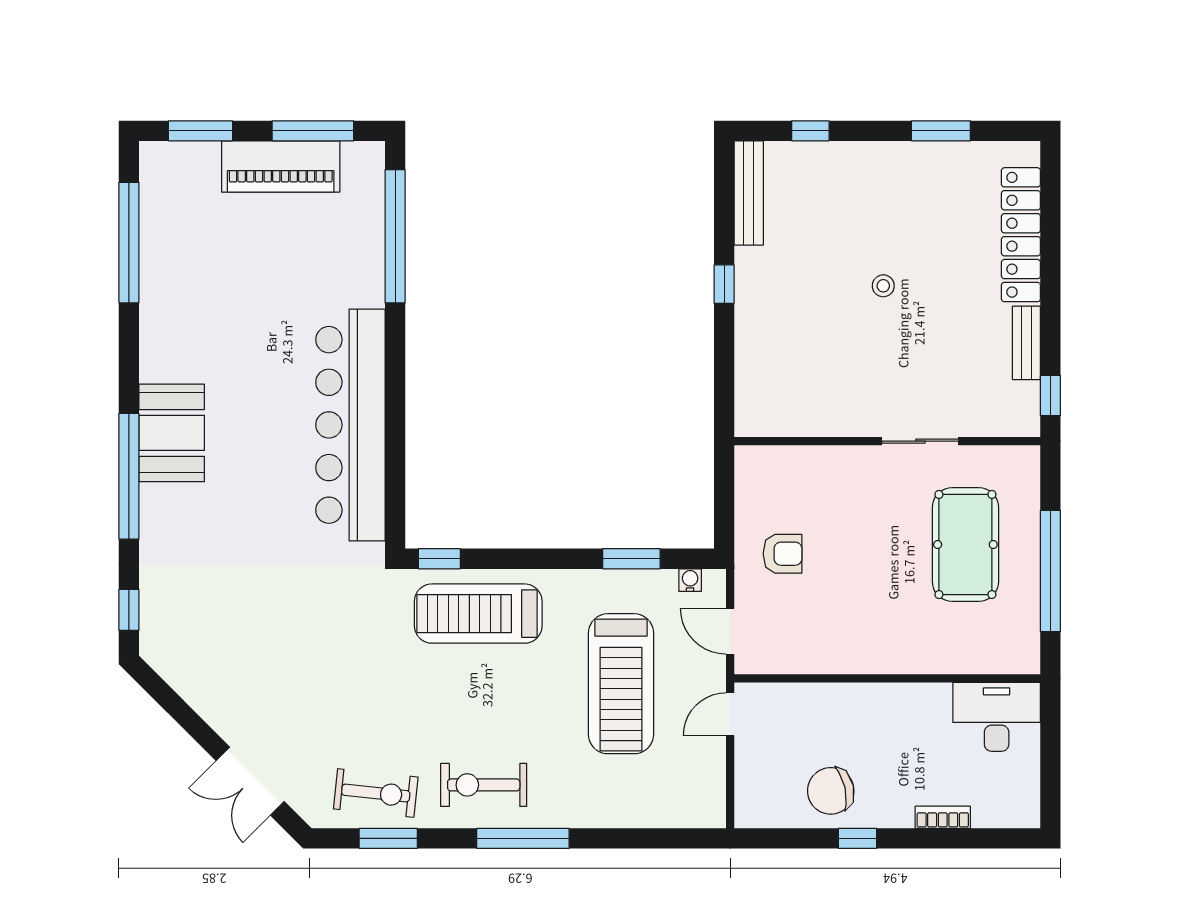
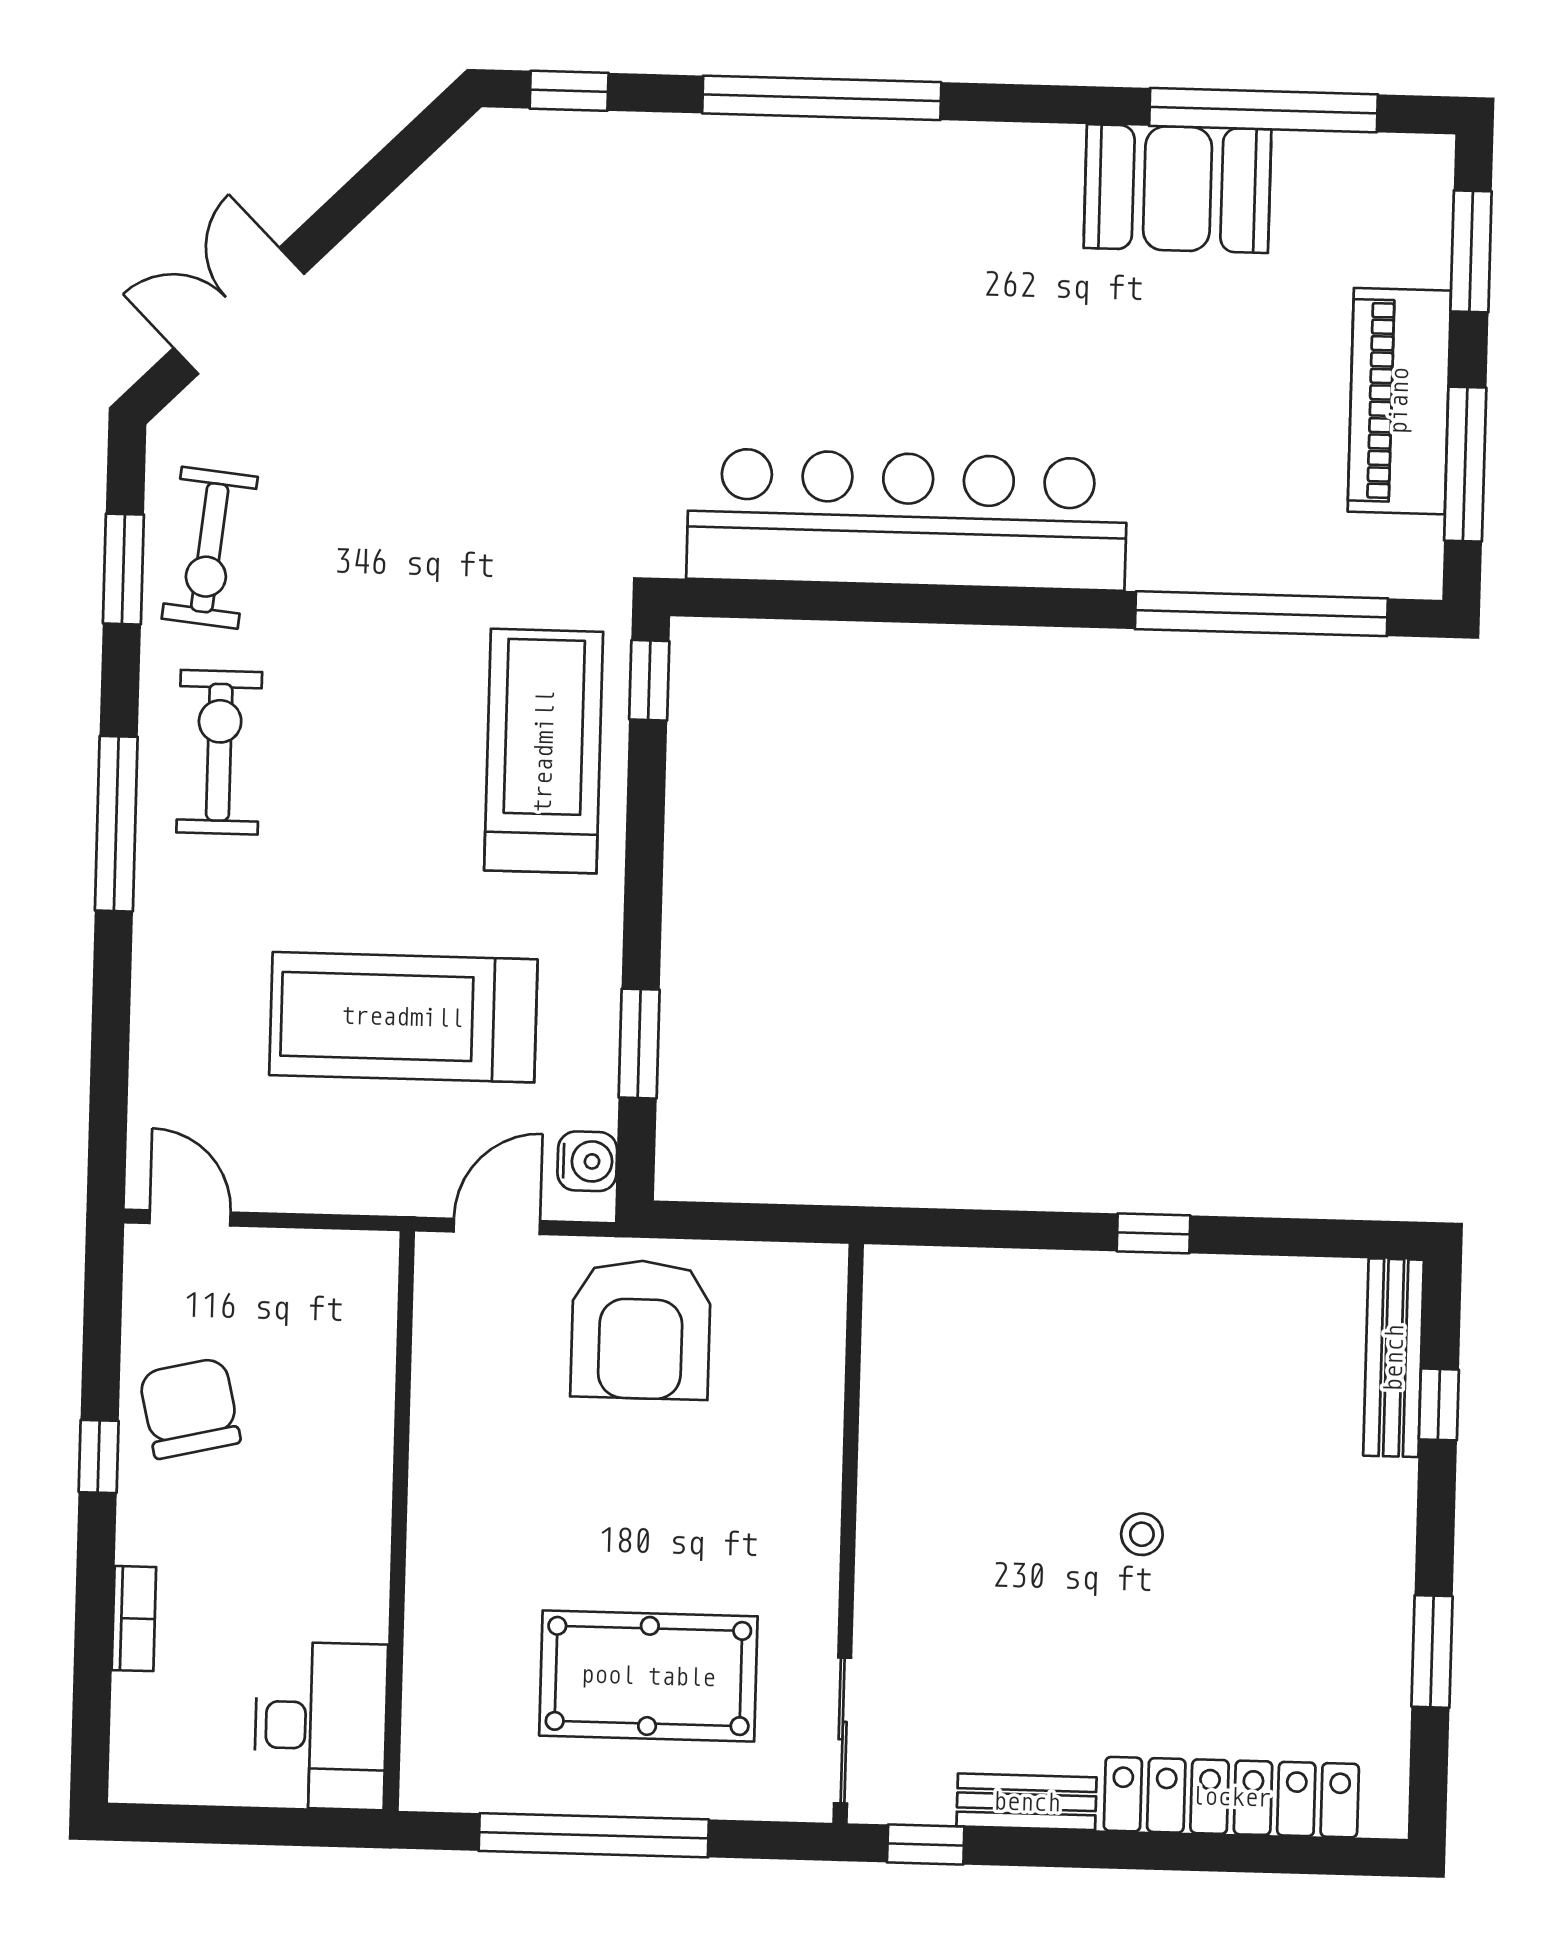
bench: (749, 193) -> (1394, 1358), moved, turned 90
booth: (172, 433) -> (1177, 189), moved
sliding door: (920, 441) -> (843, 1731), moved
armchair: (783, 554) -> (641, 1330), width x1.88, depth x1.88
water cooler: (690, 580) -> (587, 1161), width x1.38, depth x1.38
door: (730, 714) -> (190, 1218), moved

